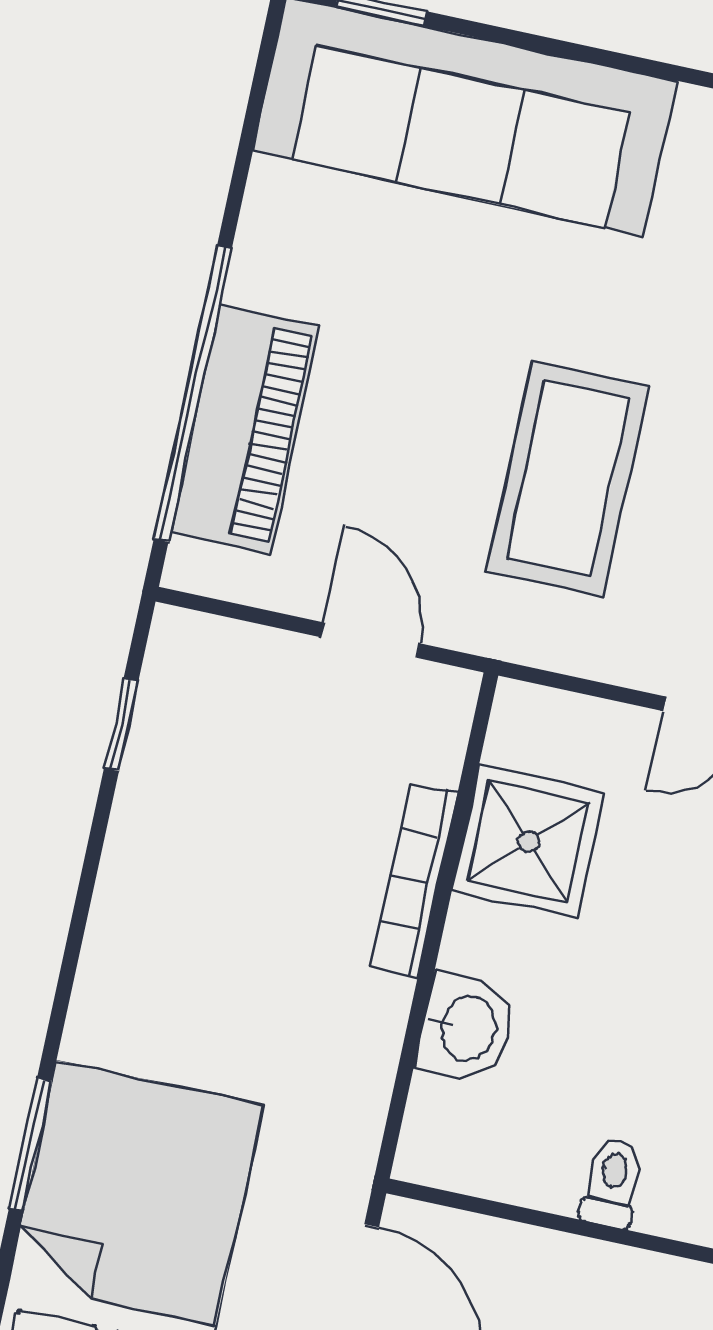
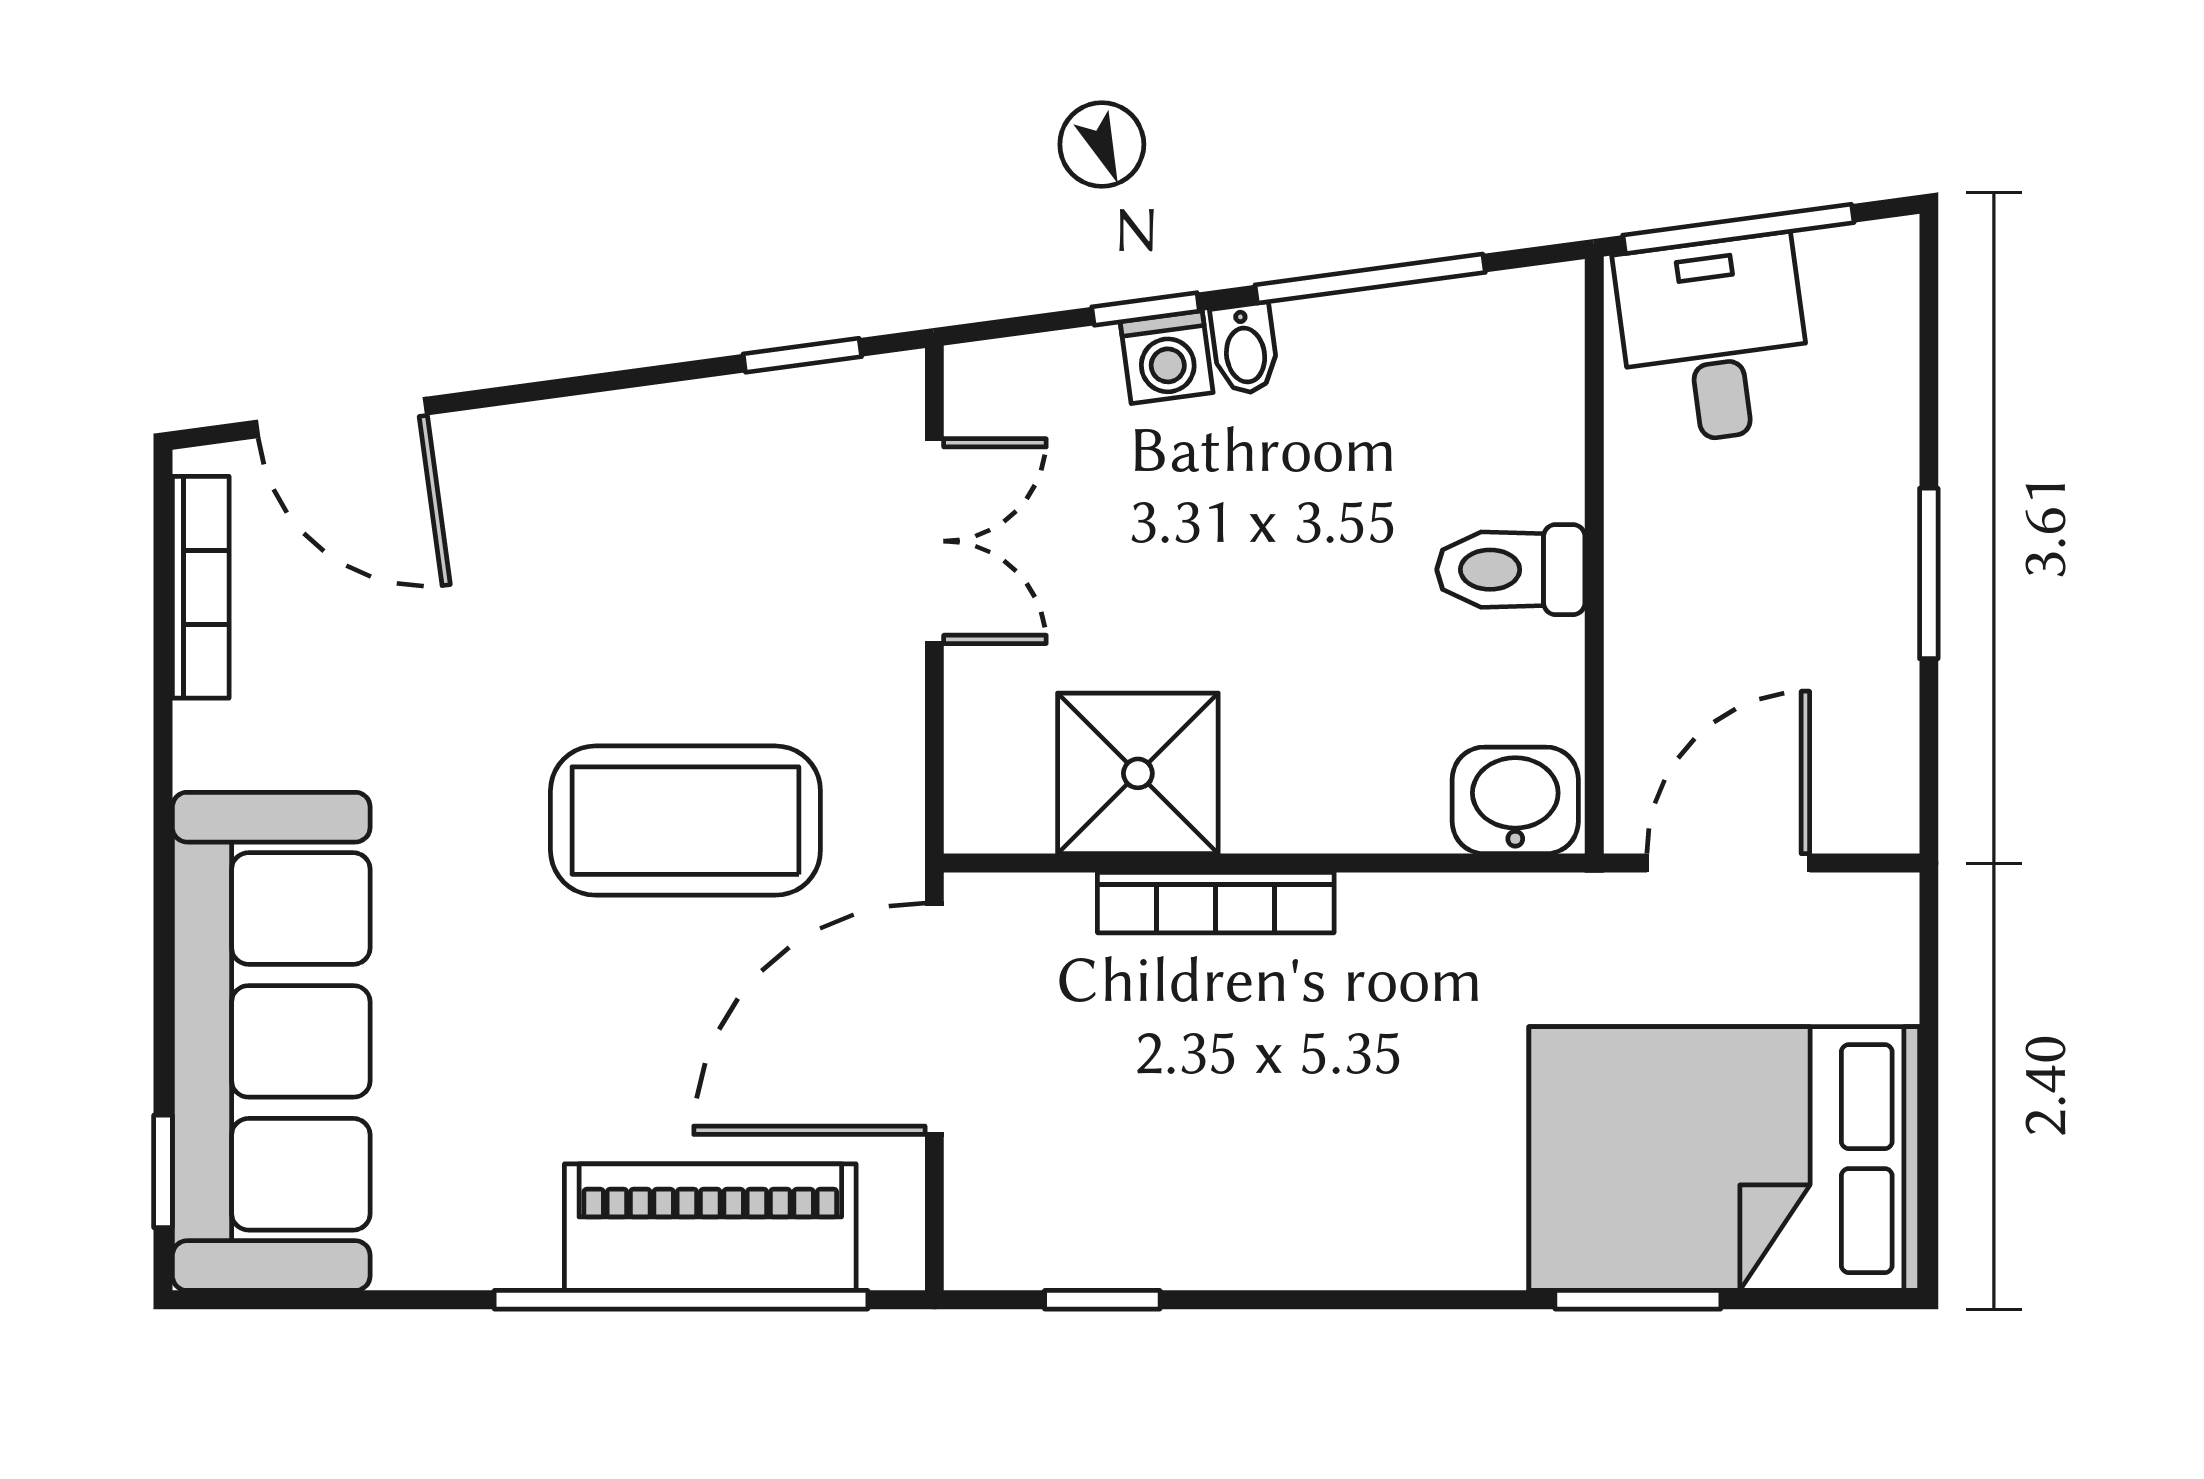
door: (370, 640) -> (934, 1019), width x1.87
washbasin: (466, 1028) -> (1515, 800), moved
toilet: (612, 1183) -> (1511, 570), width x1.37, depth x1.39

